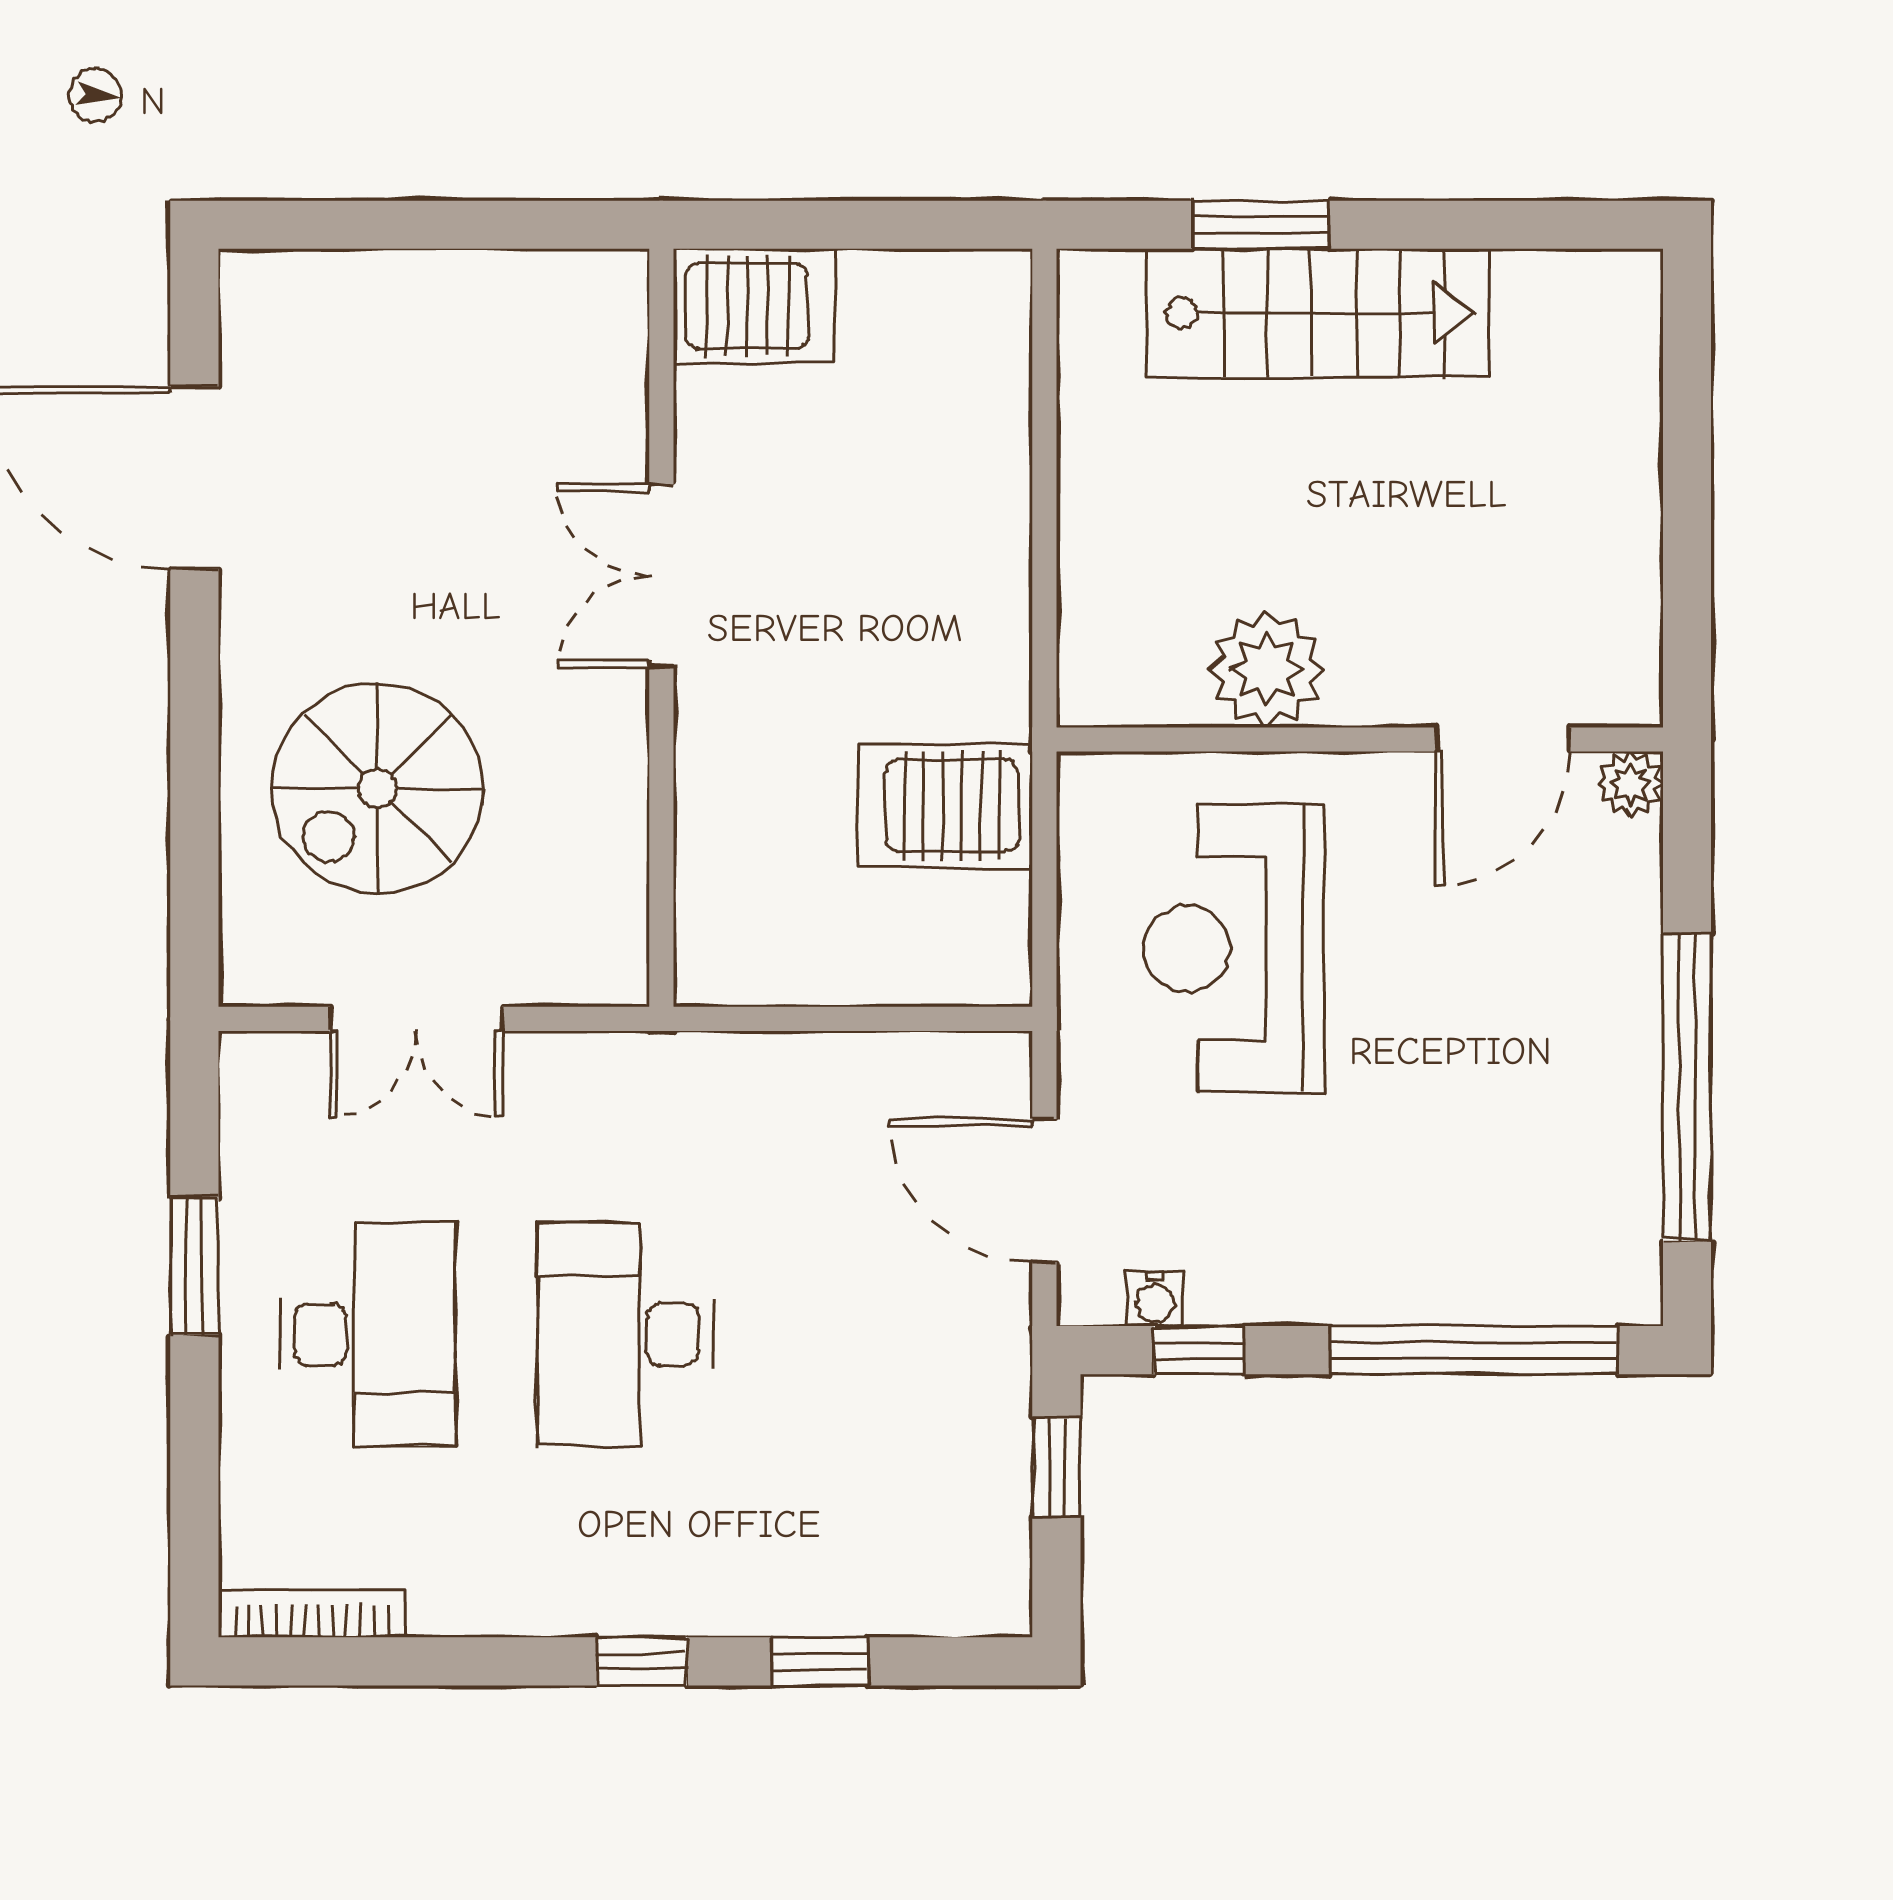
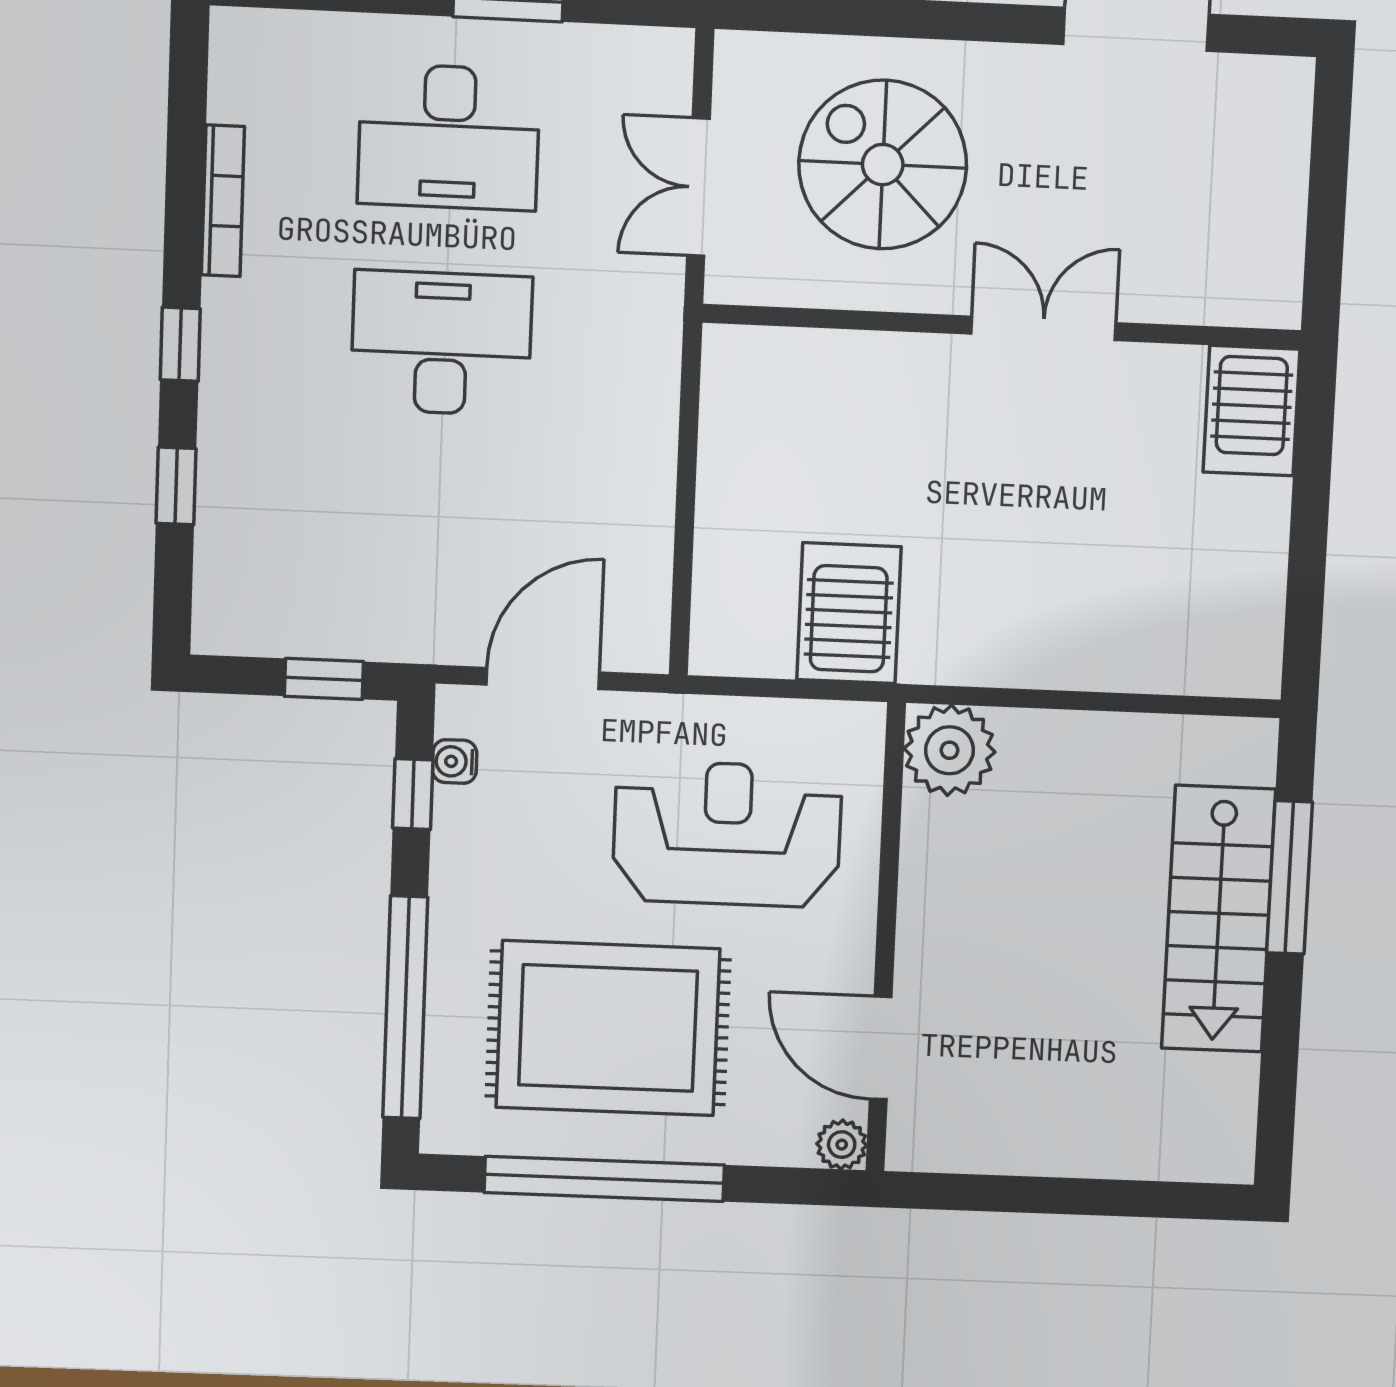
window: (1261, 225) -> (1289, 877), width x1.44
server rack: (754, 306) -> (1252, 411), moved
double door: (661, 576) -> (1044, 328), moved
wall: (661, 628) -> (1002, 326), moved
plant: (1266, 669) -> (950, 750), moved
rug: (1491, 1090) -> (608, 1028), added
bookcase: (312, 1613) -> (223, 201), moved

